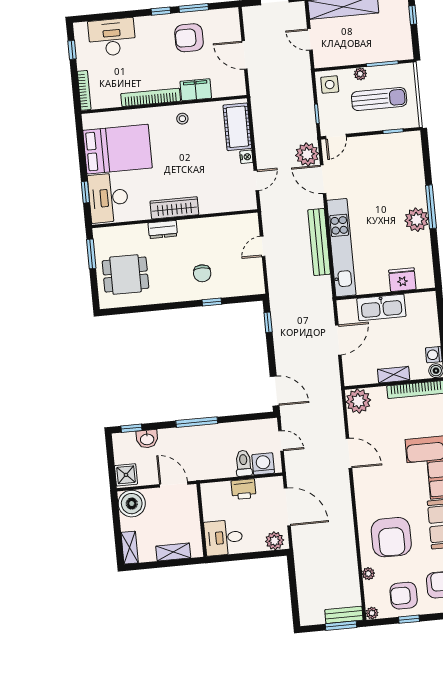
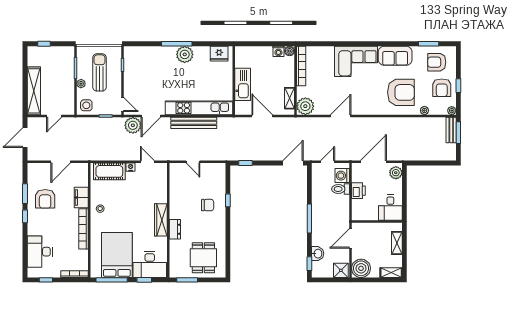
window: (81, 145) -> (112, 280), added
fridge: (402, 280) -> (219, 54), moved, turned -90
shelving: (394, 375) -> (290, 98), moved

